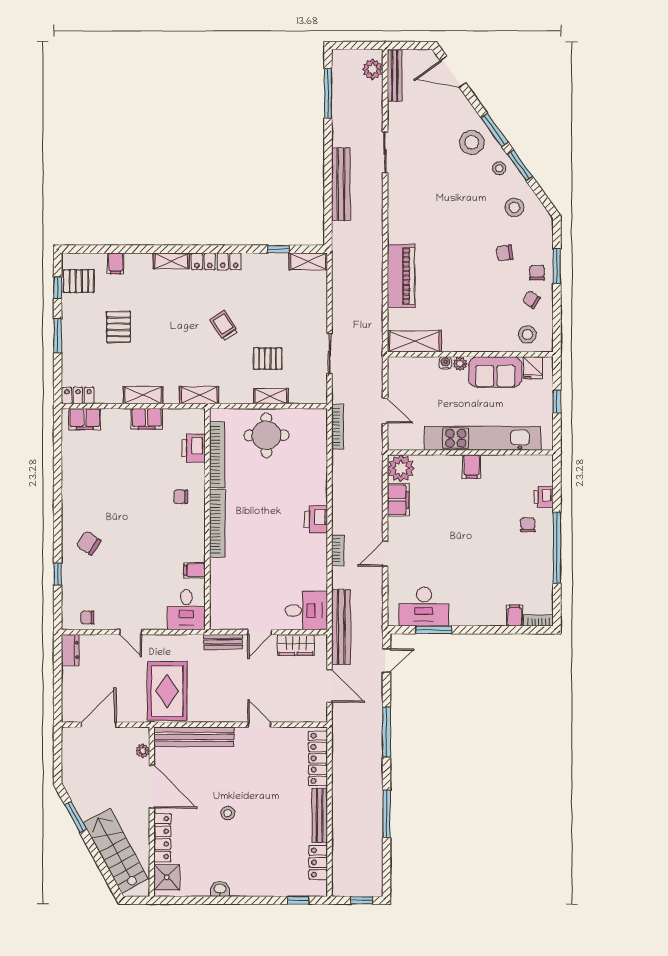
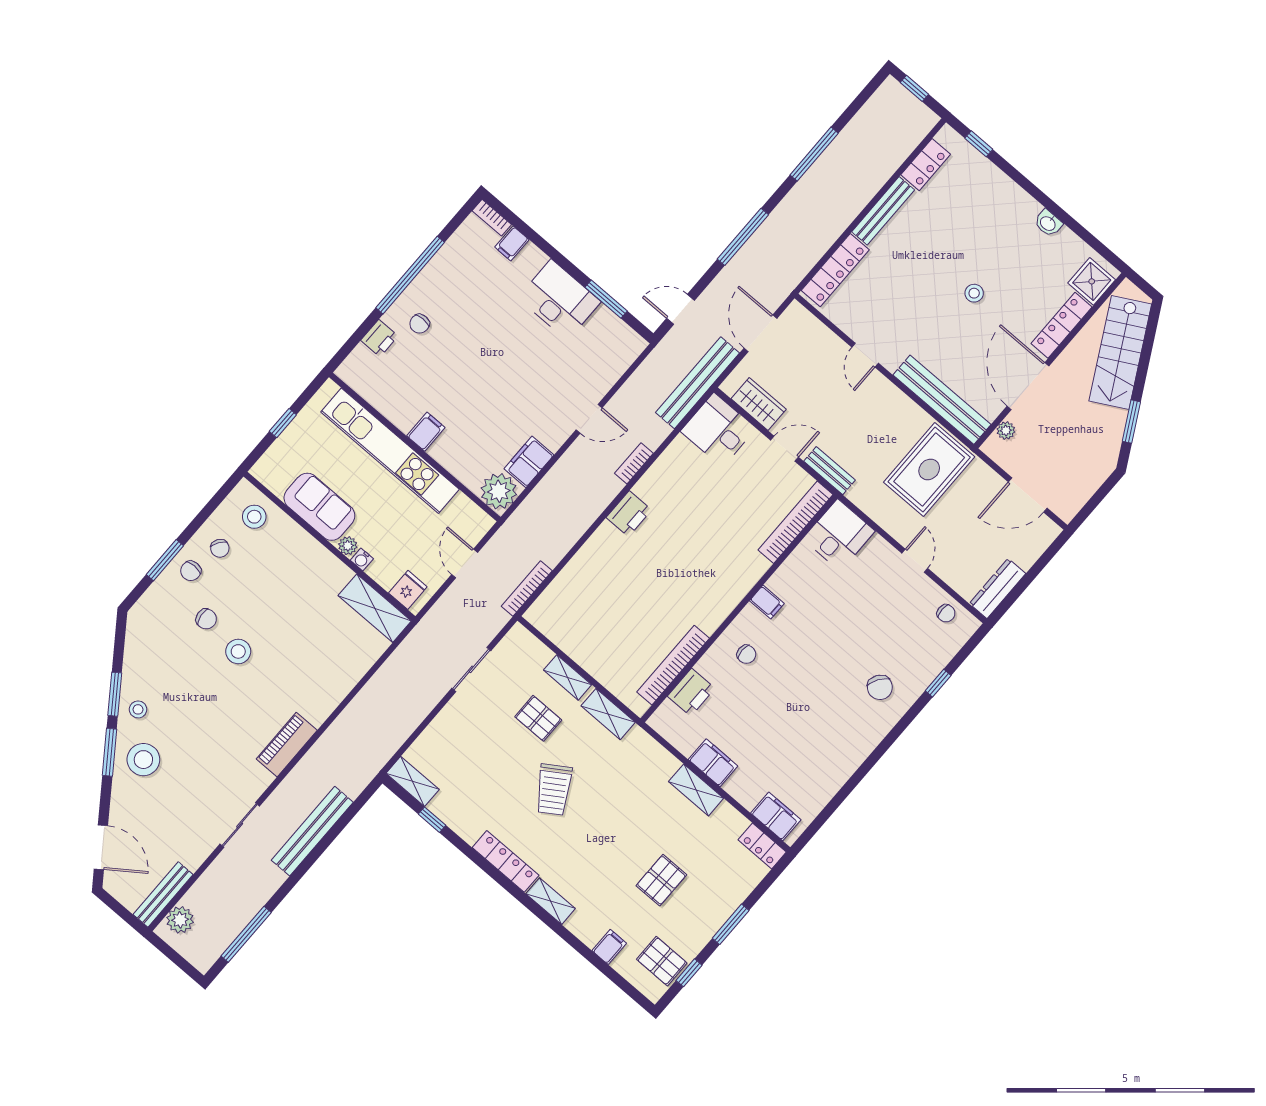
stool: (514, 207) -> (238, 651), moved
piano: (401, 276) -> (287, 745), moved, width x0.73, depth x0.75
trolley: (224, 326) -> (554, 790), width x1.36, depth x1.39
fridge: (533, 368) -> (408, 590), moved
shelving: (199, 395) -> (608, 714), moved
round table: (266, 435) -> (606, 642), removed
bookcase: (217, 524) -> (795, 522), moved
filing cabinet: (195, 570) -> (767, 602), moved
desk: (424, 607) -> (559, 300), moved
dresser: (70, 650) -> (998, 588), width x1.44

